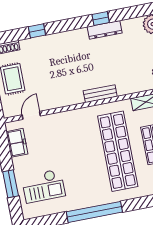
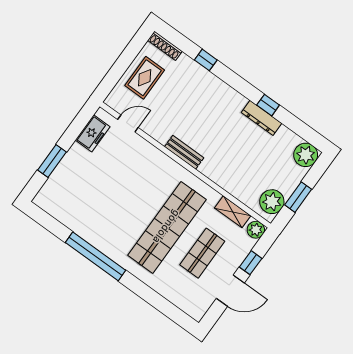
bench: (100, 94) -> (184, 152), moved
checkout: (43, 186) -> (77, 191), removed

